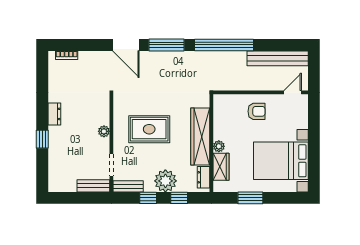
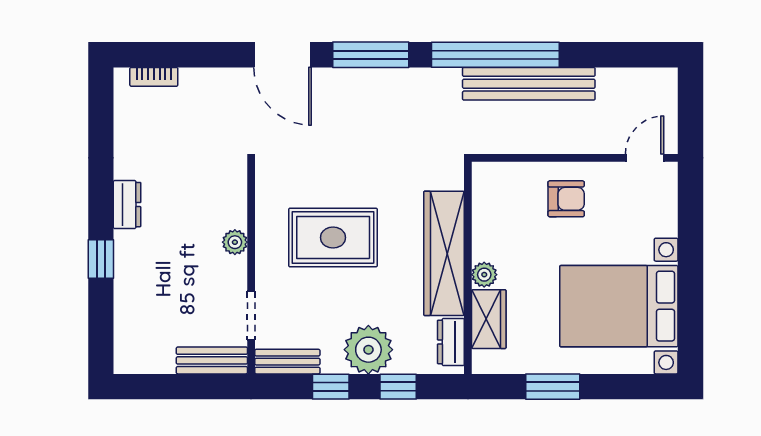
bench: (278, 58) -> (529, 84), moved

